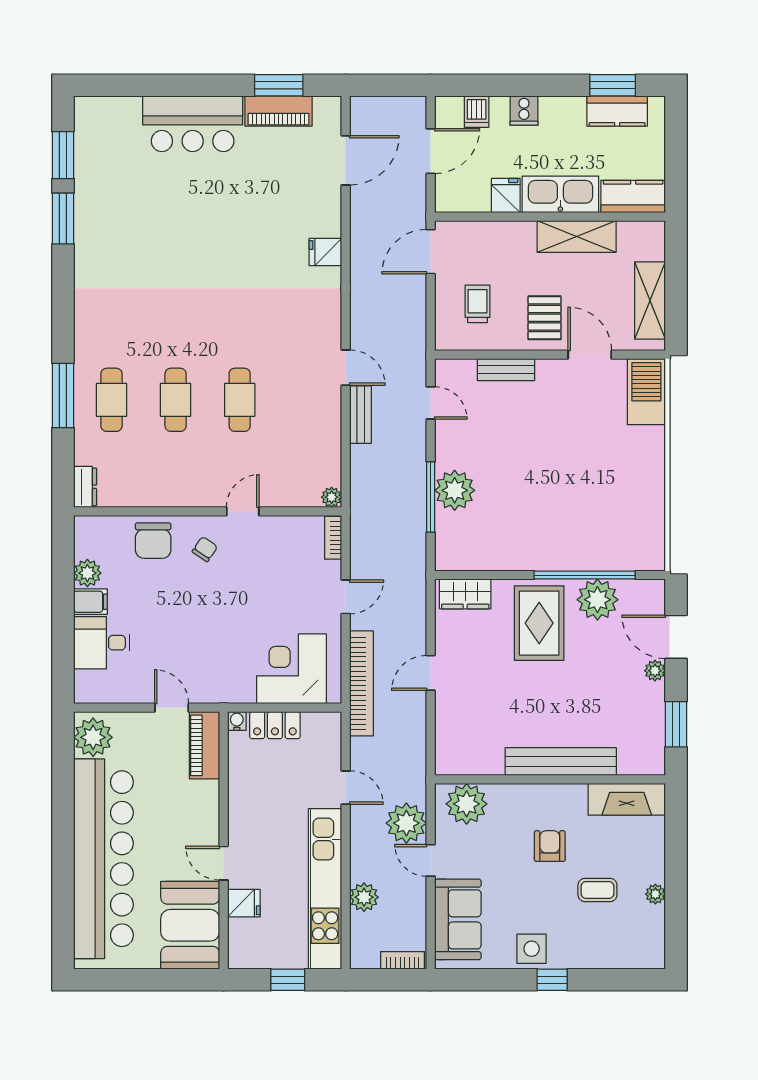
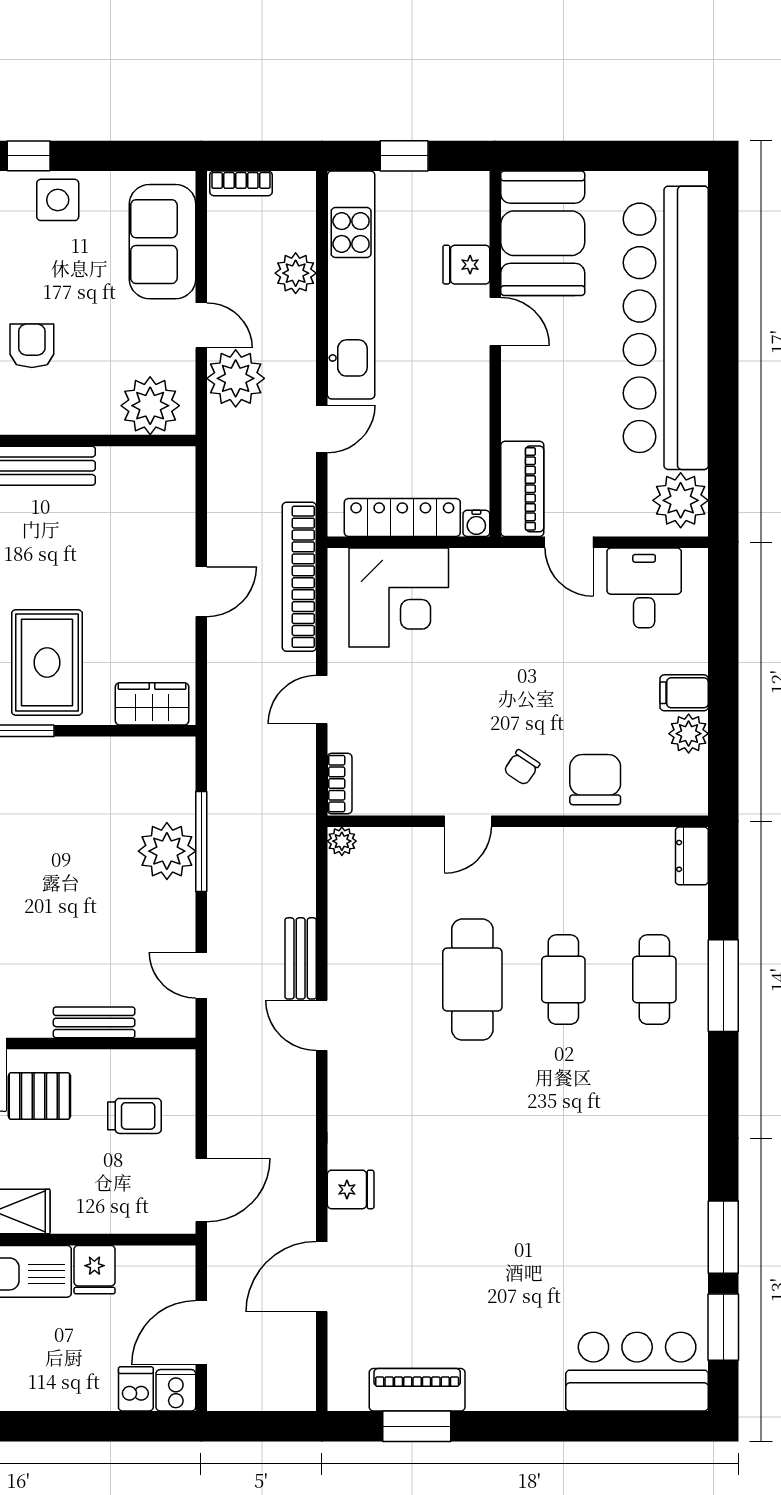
cooker: (524, 111) -> (176, 1390), moved
bar counter: (193, 124) -> (637, 1372), moved
door: (346, 160) -> (322, 1277), moved
trolley: (478, 304) -> (134, 1116), turned -90
pallet: (544, 318) -> (39, 1096), turned 90
cafe table: (240, 400) -> (472, 980), width x1.37, depth x1.35
desk: (102, 643) -> (644, 588), moved, turned -90
locker: (275, 725) -> (402, 517), width x1.53
door: (346, 788) -> (322, 429), swing flipped
armchair: (550, 846) -> (32, 346), turned 180

